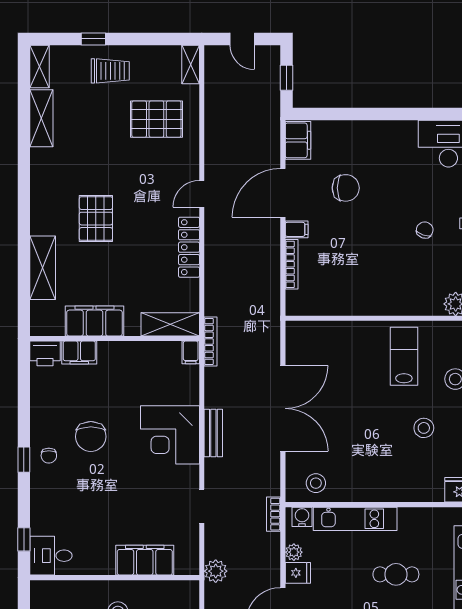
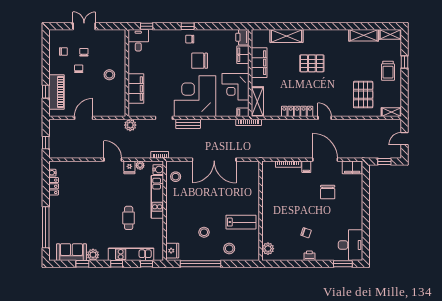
corner desk: (141, 367) -> (236, 87), added
bench: (213, 433) -> (188, 124), moved
corner desk: (170, 435) -> (195, 96), width x1.36, depth x1.36

